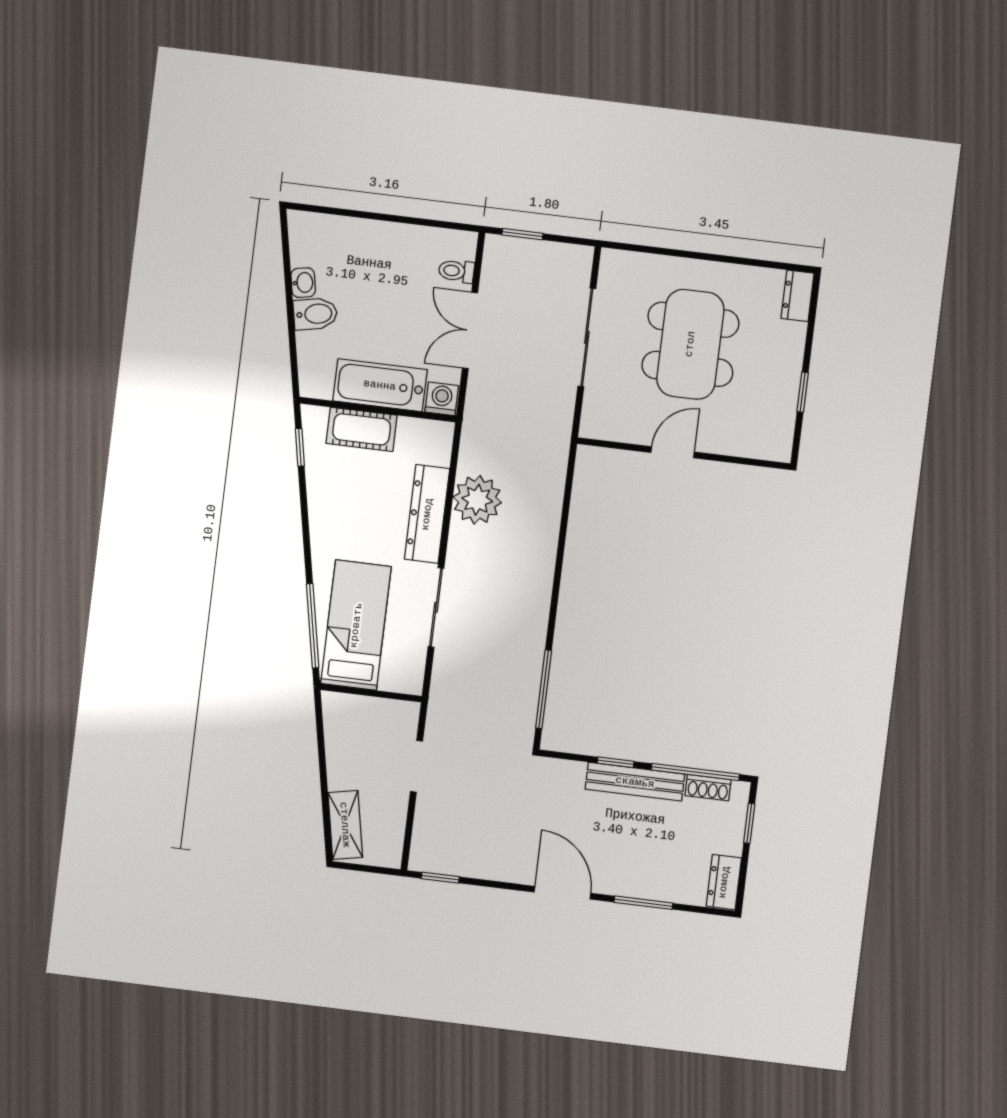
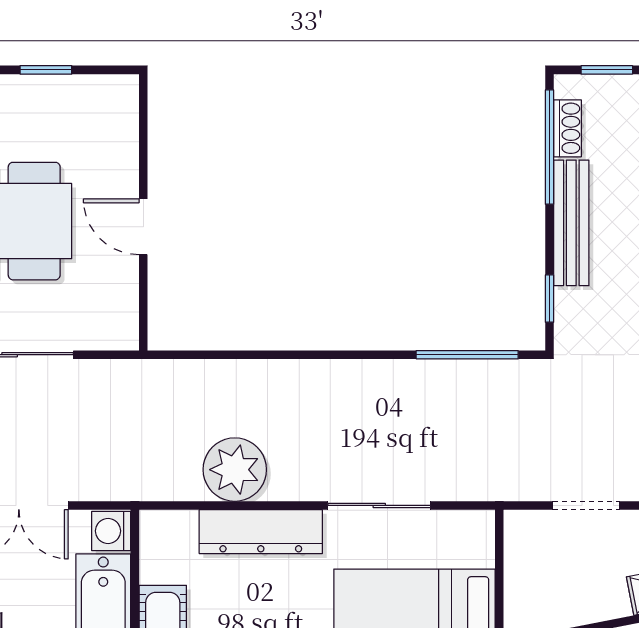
window: (616, 762) -> (550, 299), moved

